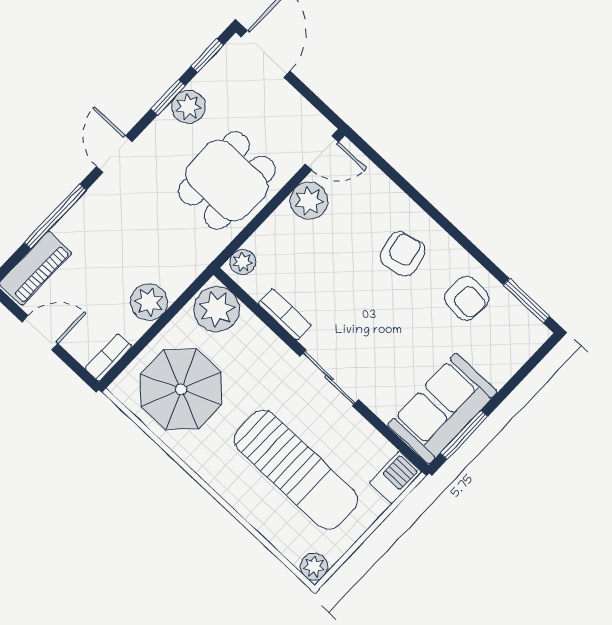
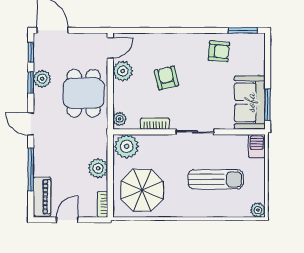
armchair: (402, 254) -> (166, 78), moved
sun lounger: (296, 470) -> (216, 179), width x0.73, depth x0.75

